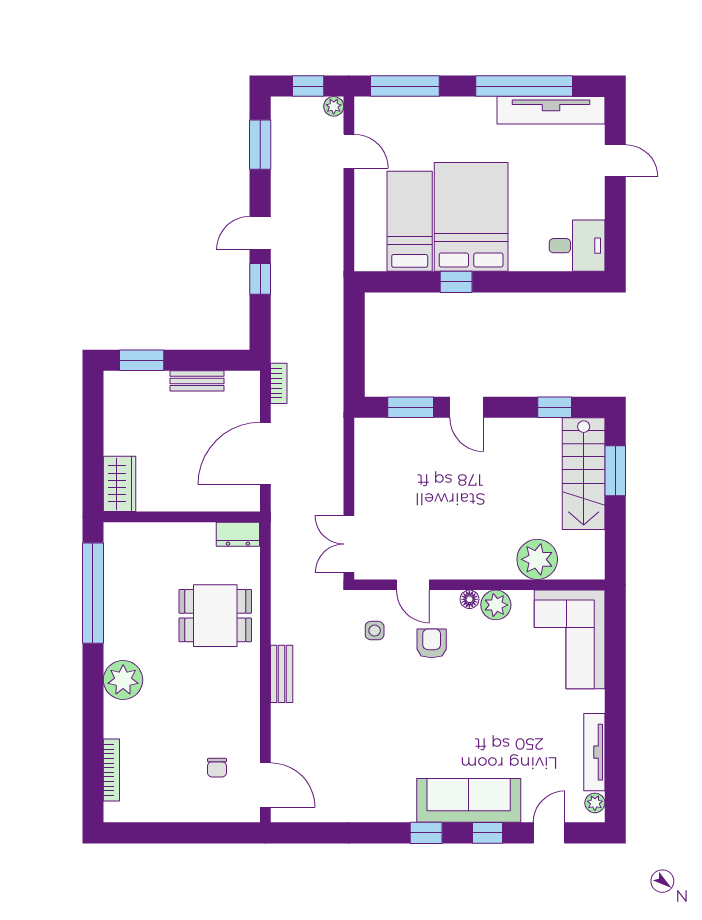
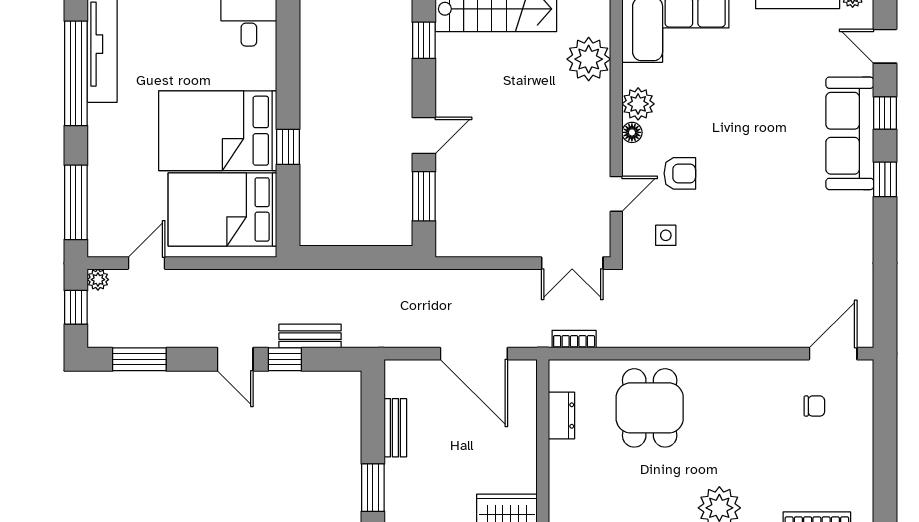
bed: (410, 221) -> (222, 209), width x1.50
bookcase: (279, 383) -> (574, 339), moved
dresser: (238, 534) -> (561, 416), moved
armchair: (432, 643) -> (680, 173), turned 180
bench: (282, 674) -> (310, 336), moved

